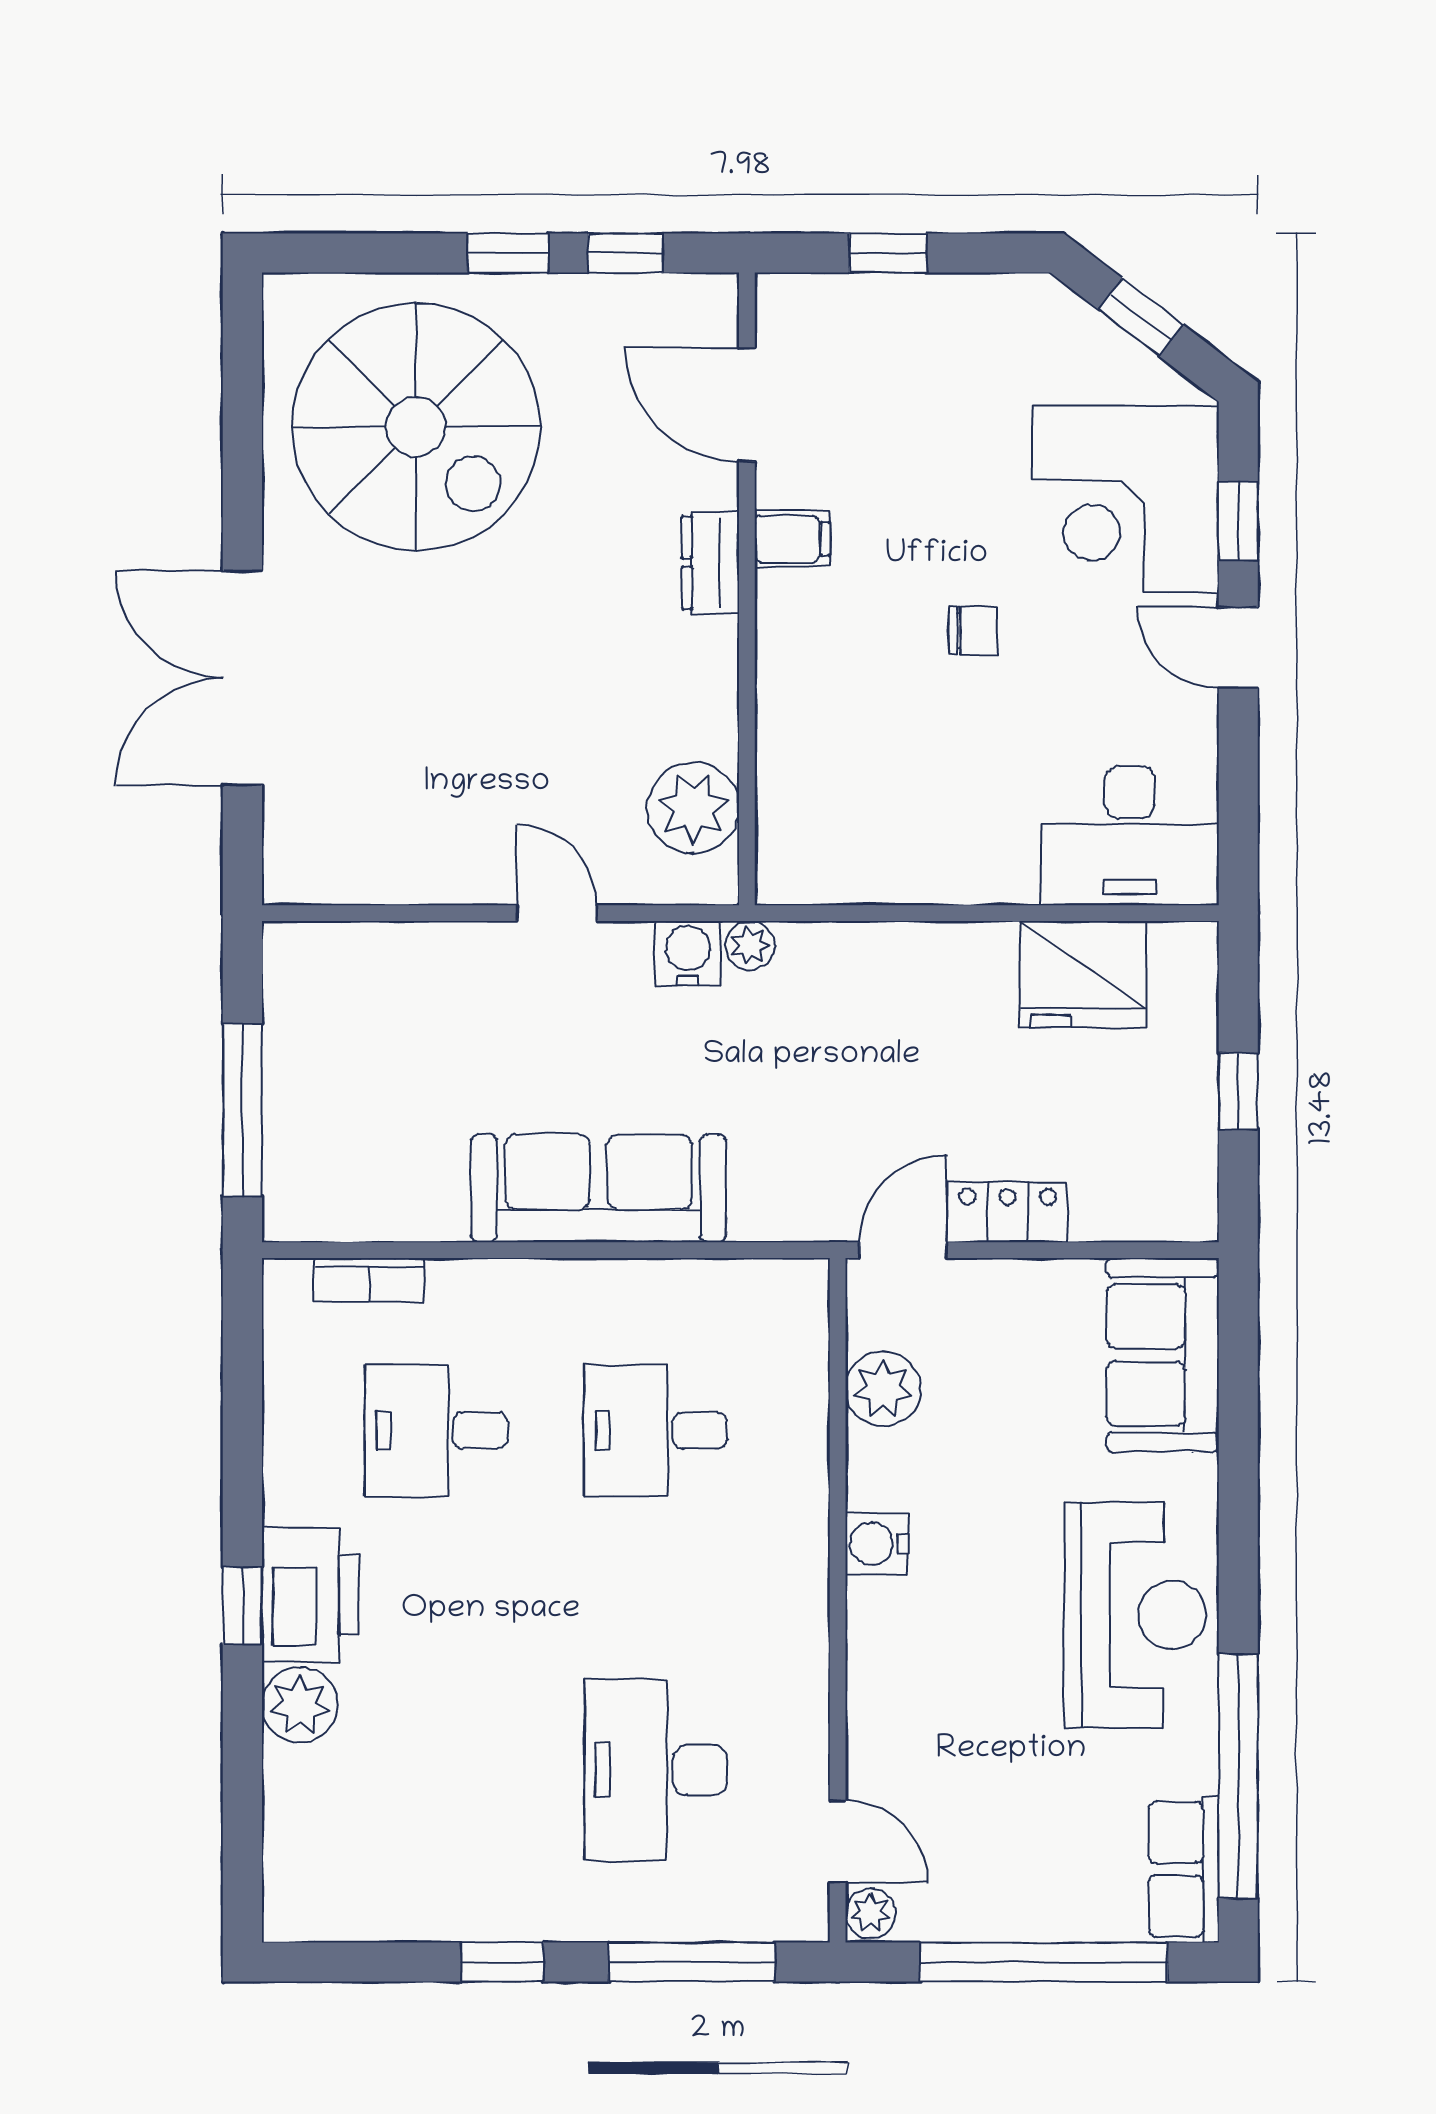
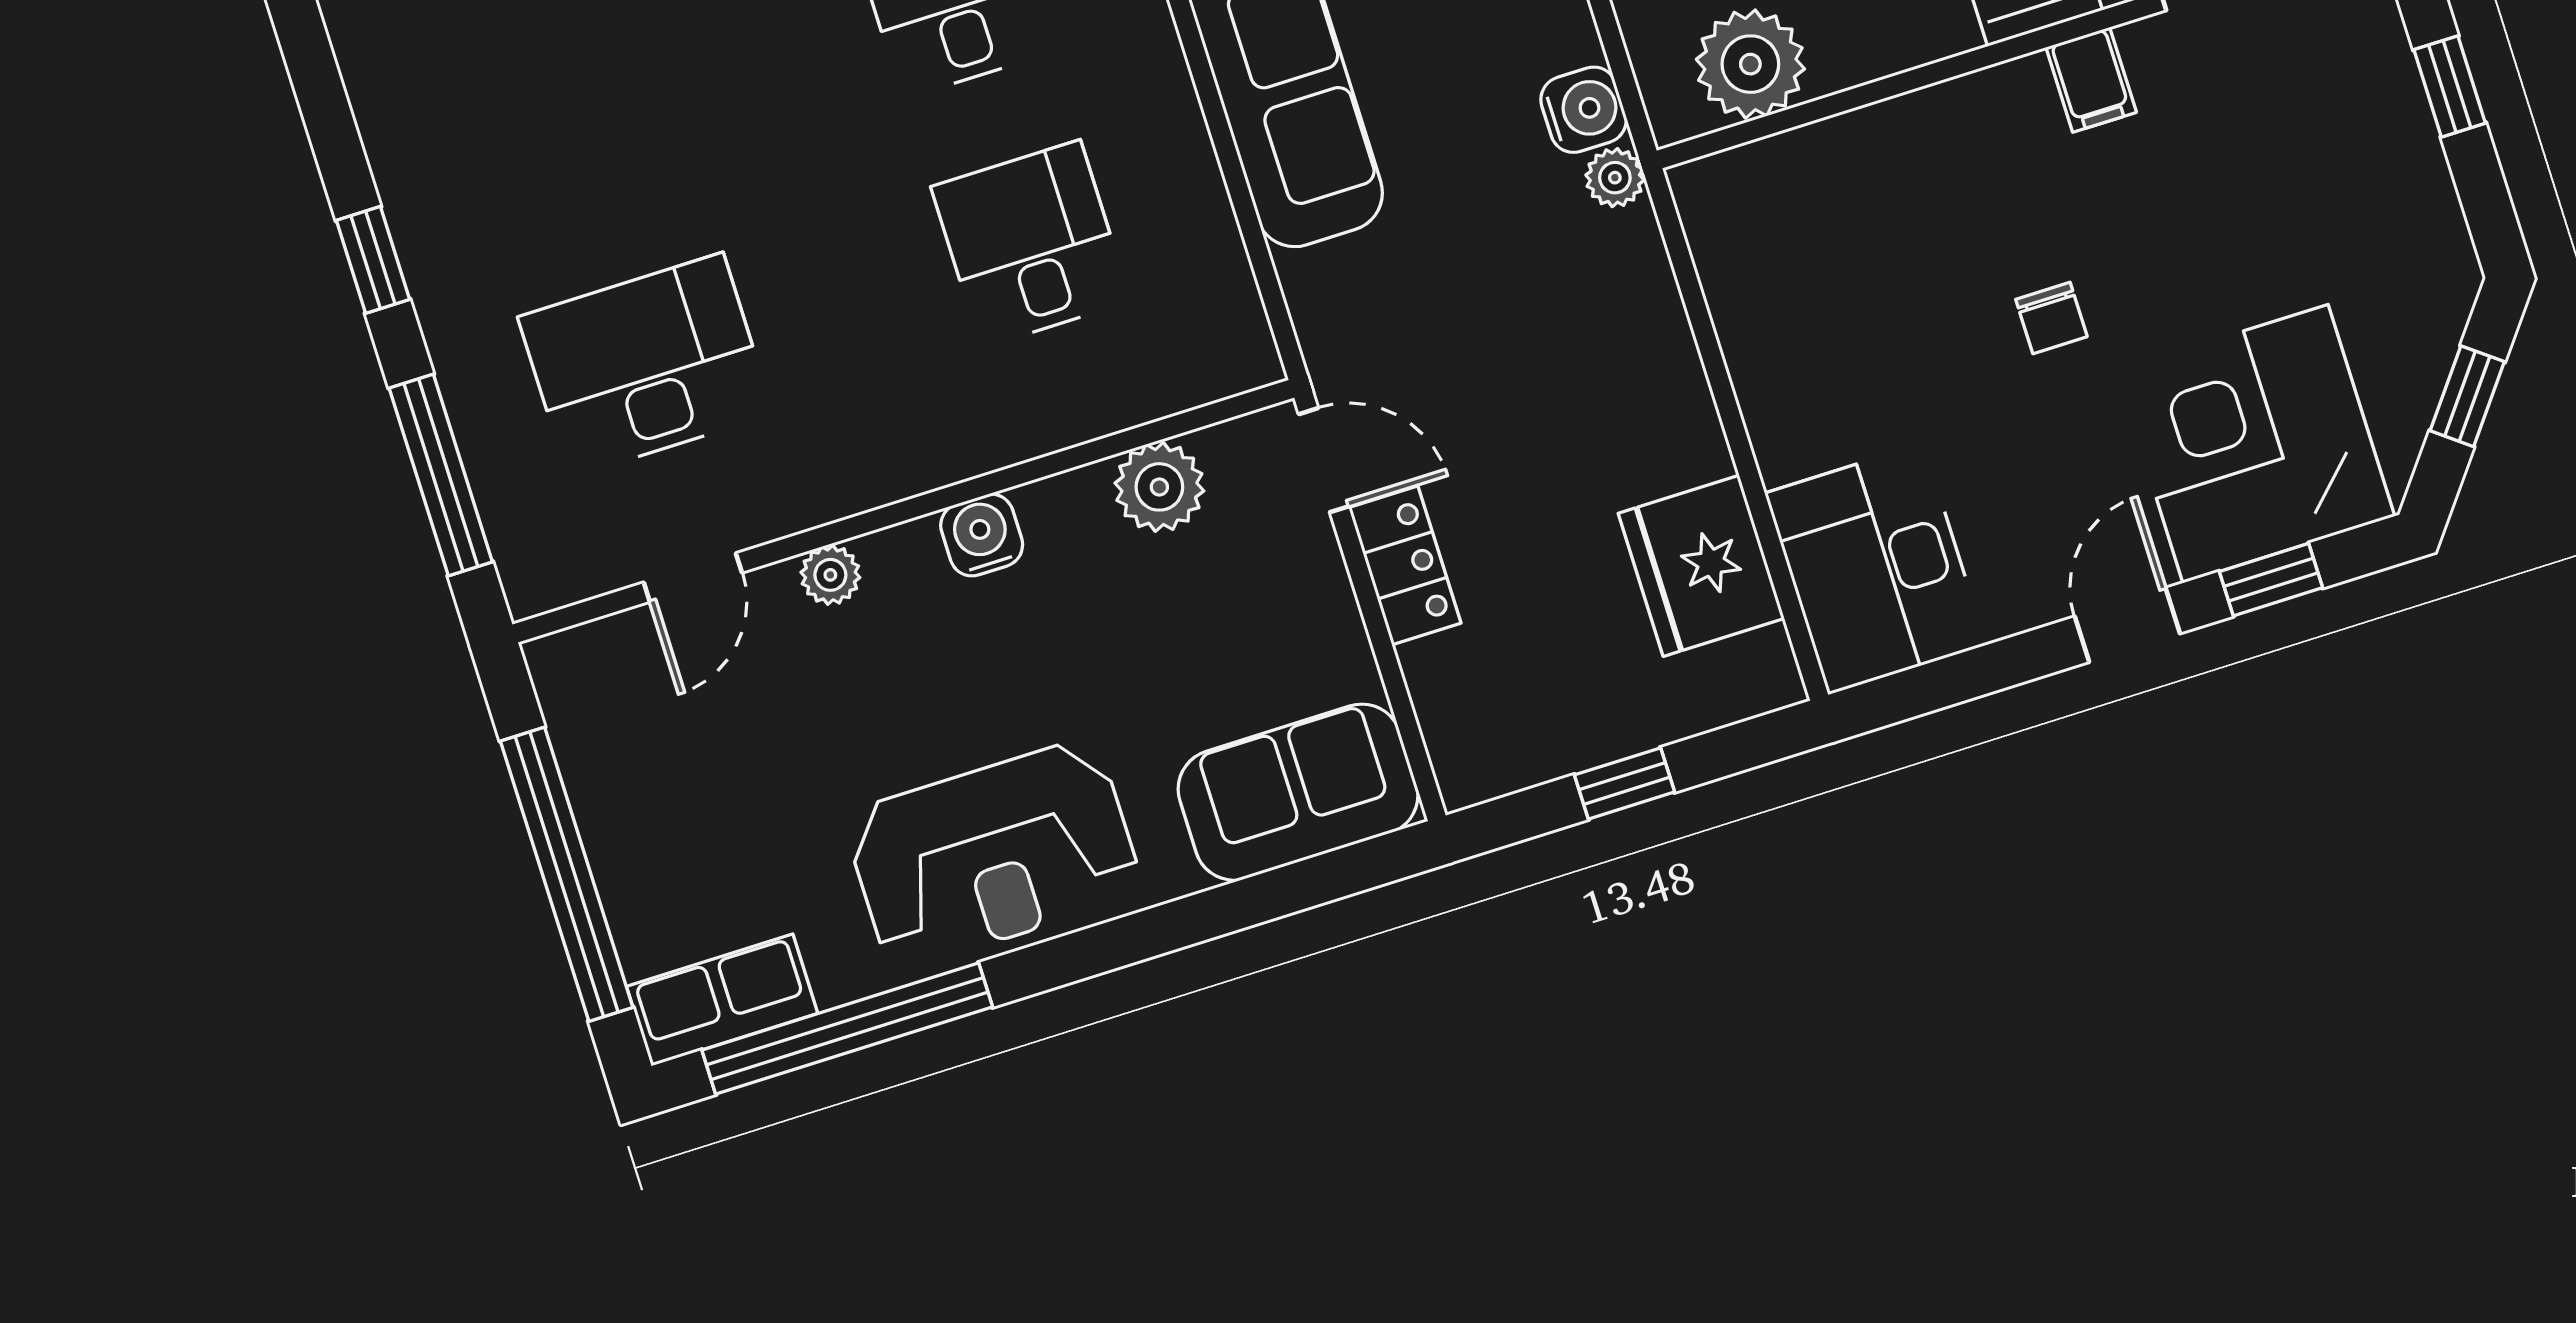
door: (838, 1842) -> (693, 578), moved
plant: (870, 1913) -> (830, 575), moved

